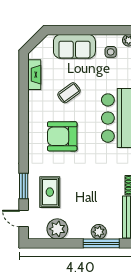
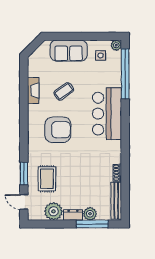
fireplace: (34, 75) -> (33, 91), moved
armchair: (62, 136) -> (58, 130), turned 180
dresser: (79, 233) -> (73, 215), added

